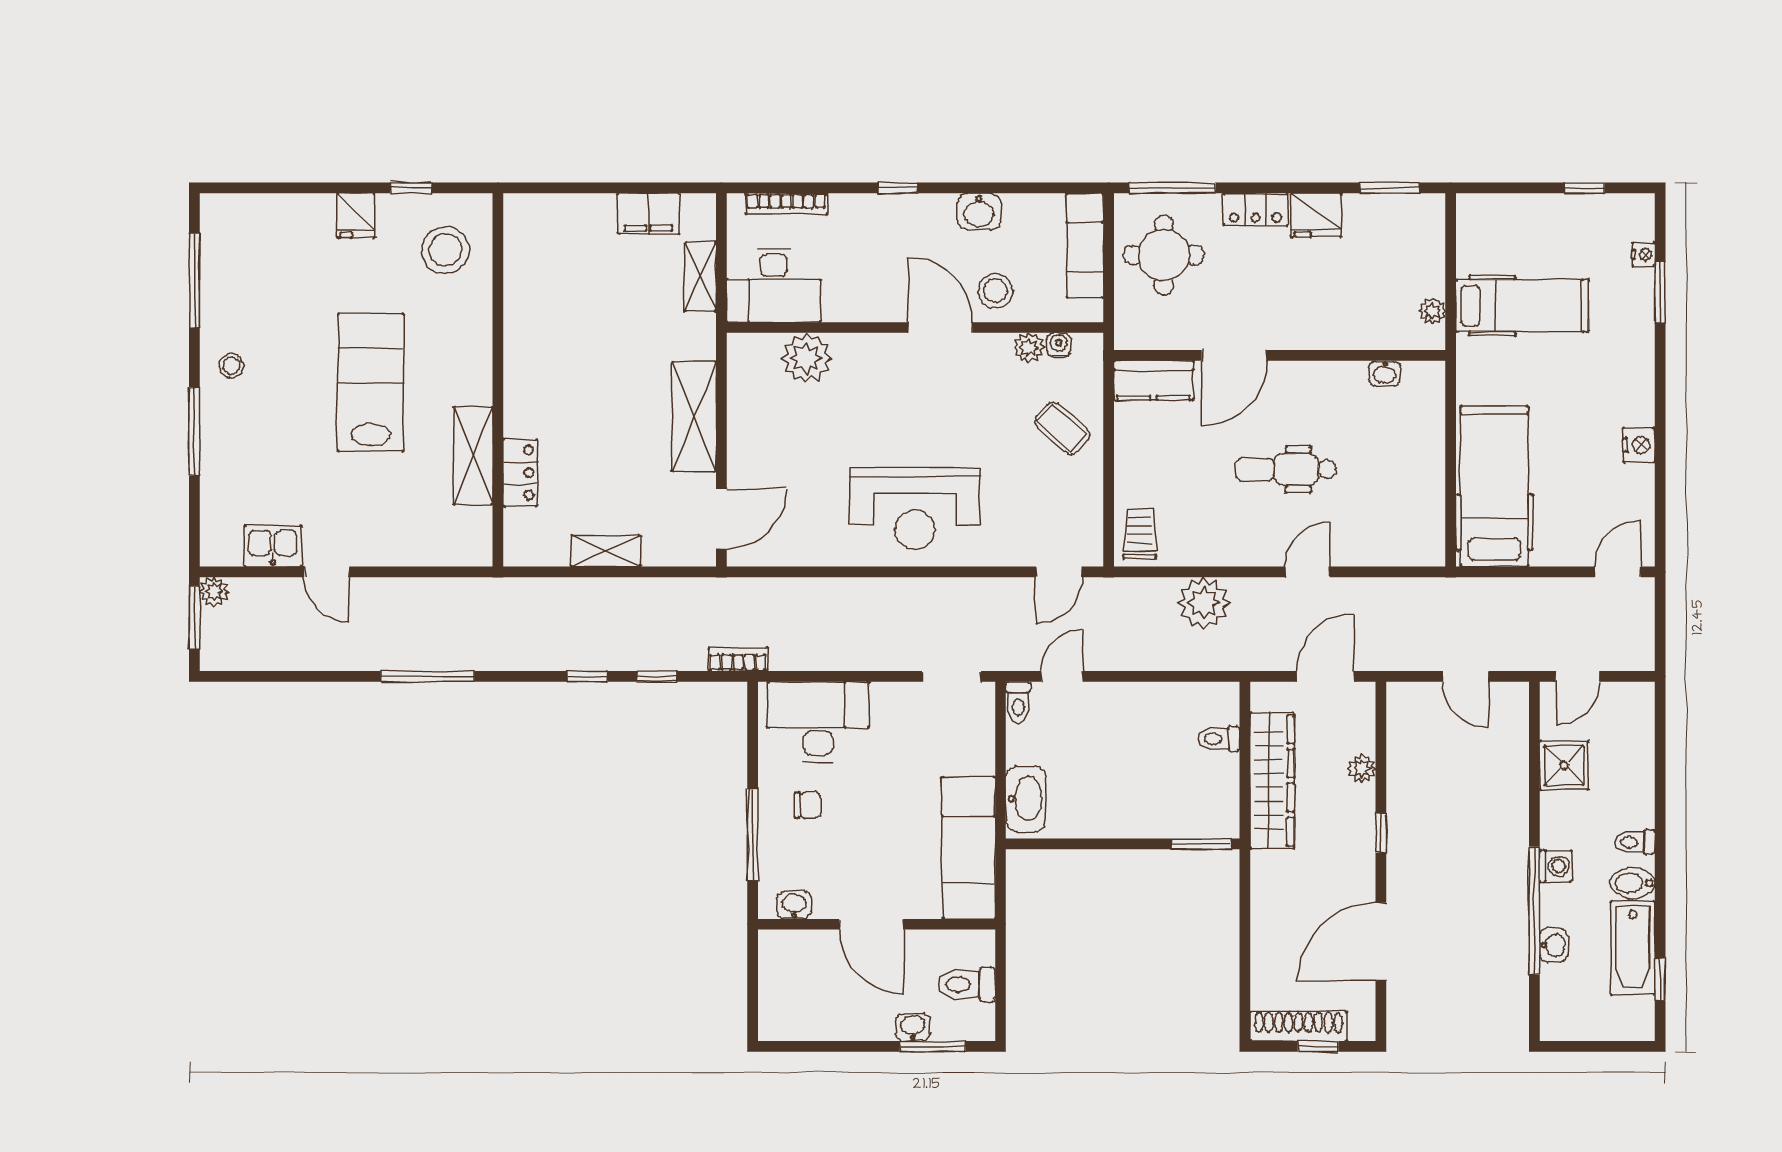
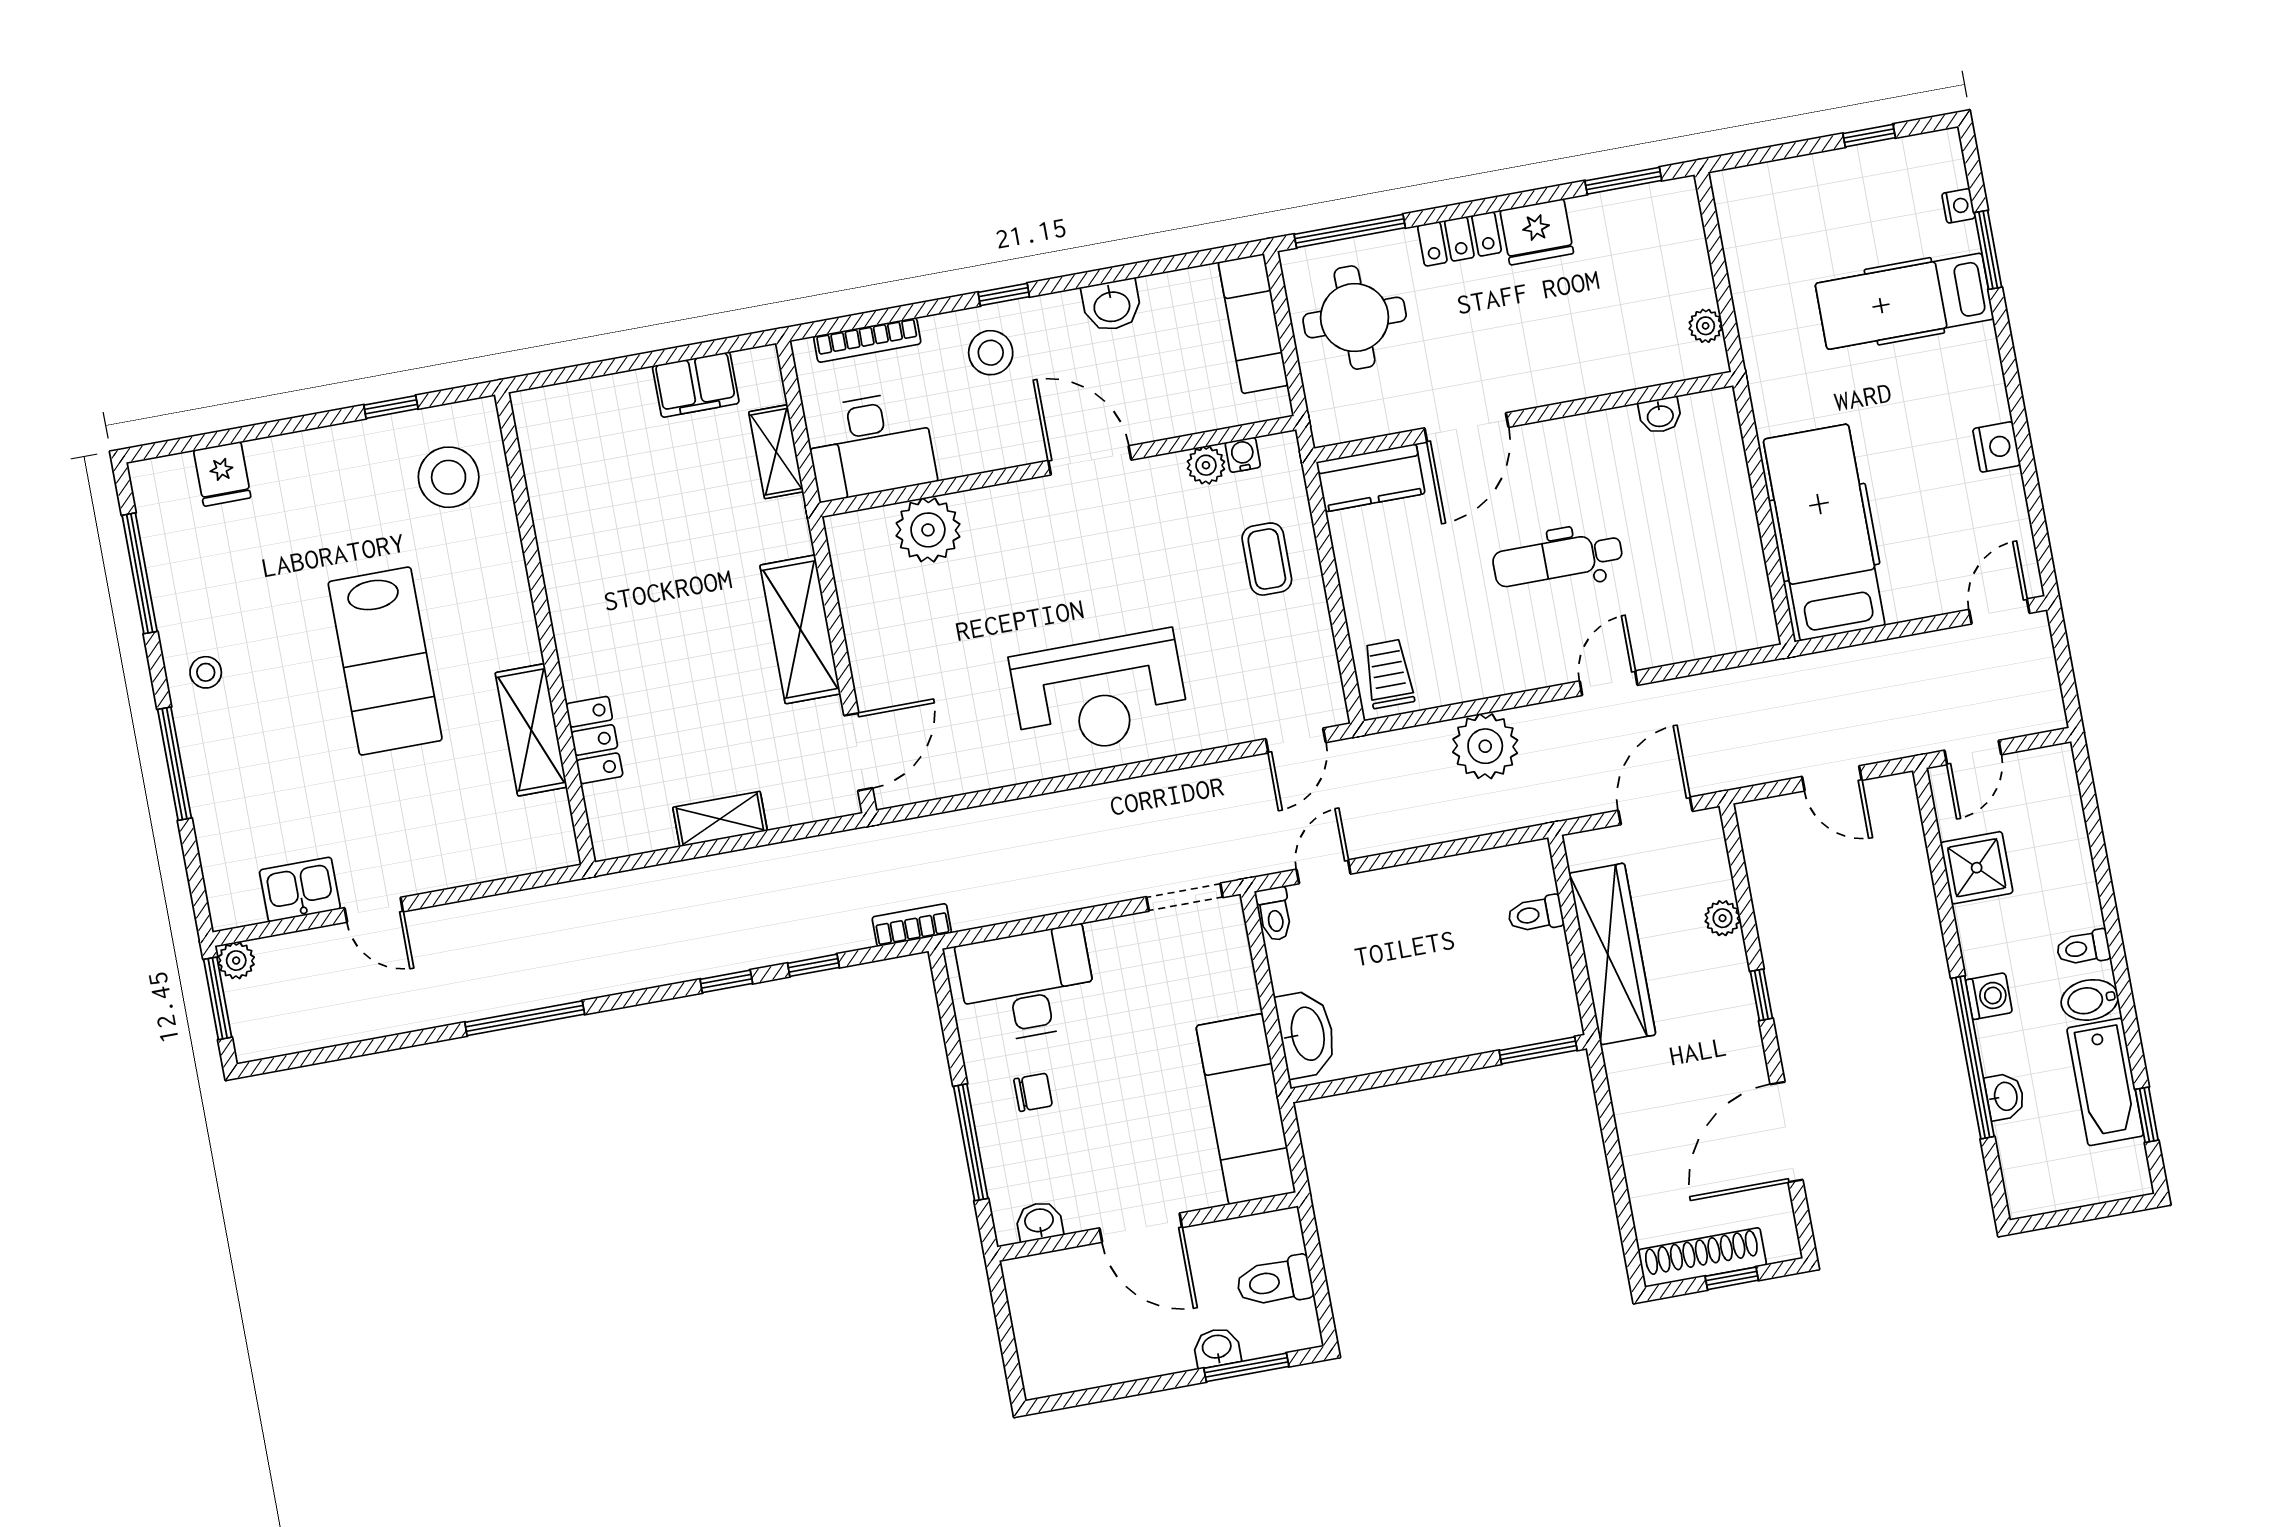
fridge: (356, 216) -> (222, 474), moved
stool: (996, 291) -> (991, 353), moved
hospital bed: (1522, 306) -> (1904, 301), moved, turned 180
lab bench: (371, 382) -> (385, 661), turned 180
coffee table: (1062, 428) -> (1267, 559), turned 48

